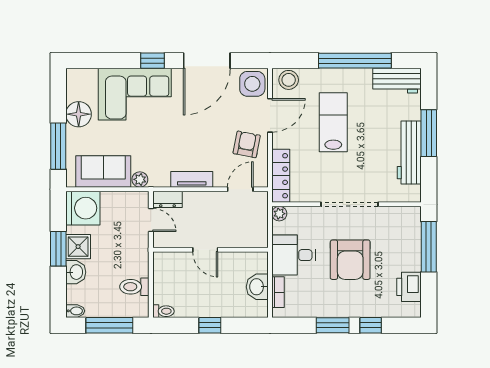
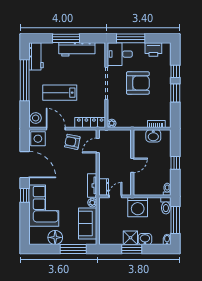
tv unit: (192, 179) -> (92, 185), moved
door: (240, 189) -> (98, 145), hinge flipped
washing machine: (83, 208) -> (138, 207), moved, turned 180
desk: (294, 255) -> (120, 54), moved, turned 90
toilet: (134, 287) -> (166, 206), moved

